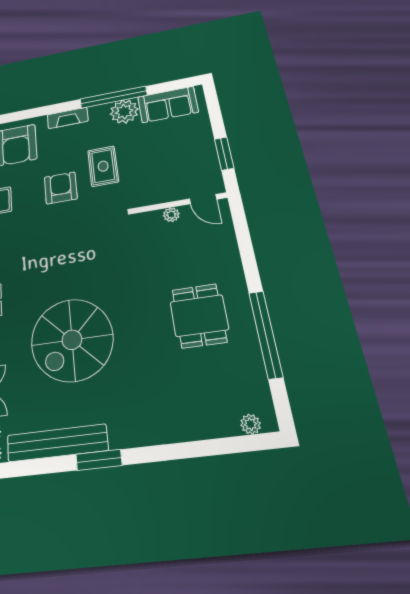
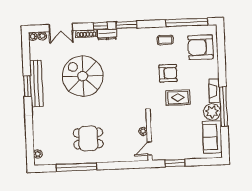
fireplace: (68, 118) -> (214, 91), moved
bench: (57, 443) -> (36, 83), moved

